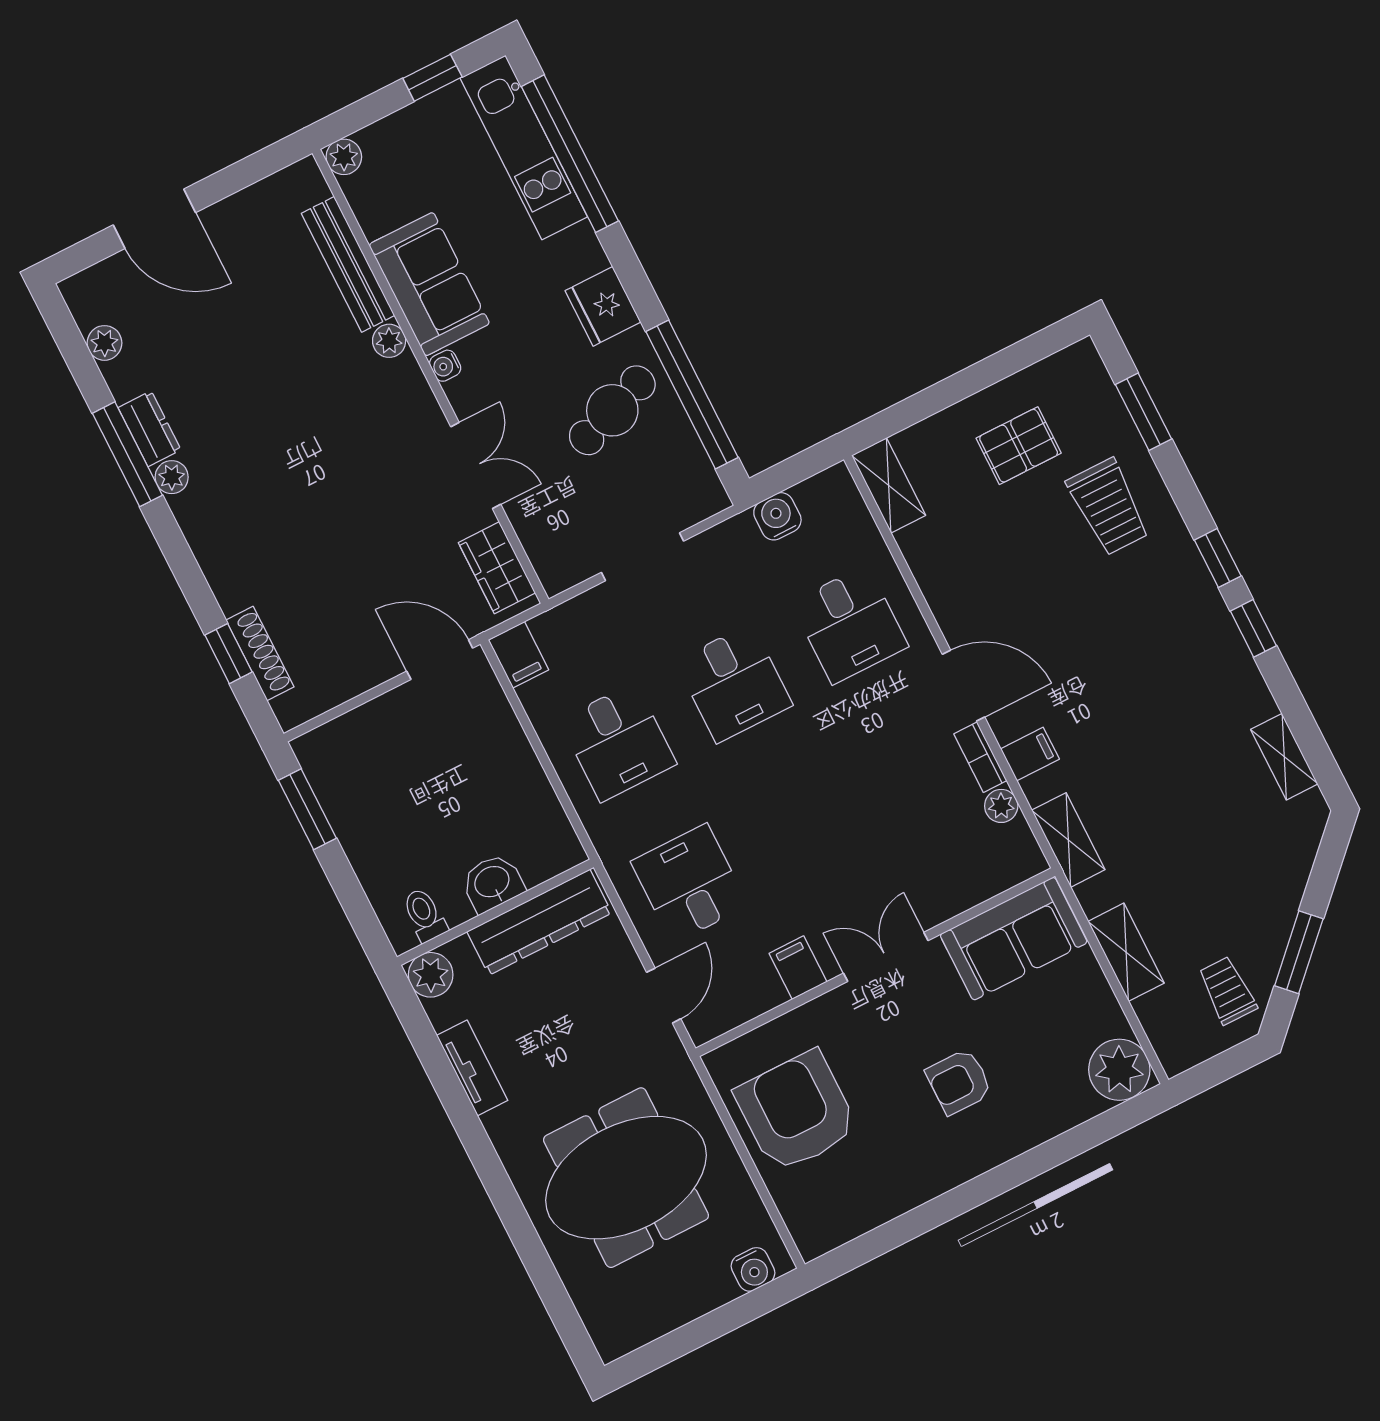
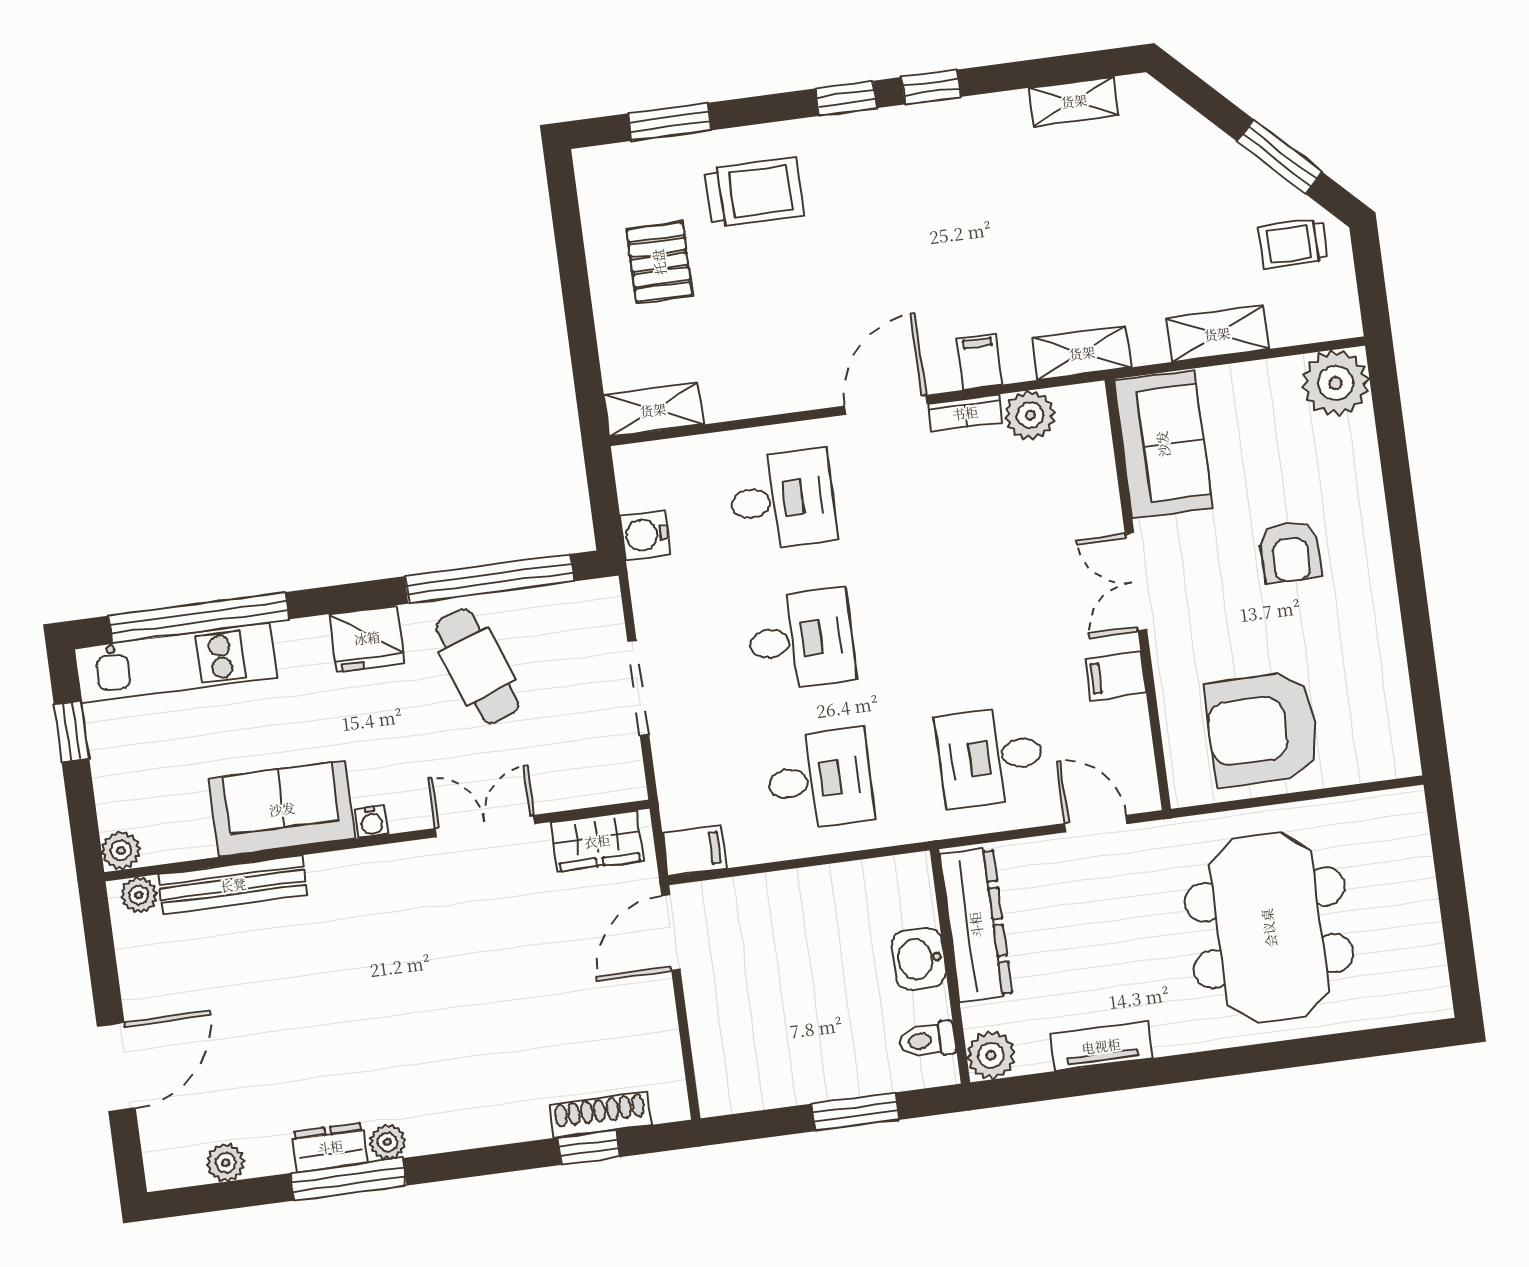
plant: (389, 341) -> (139, 895), moved
plant: (1001, 806) -> (1030, 415), width x1.38, depth x1.38
window: (307, 809) -> (856, 1112), moved
water cooler: (753, 1269) -> (1409, 830), removed

